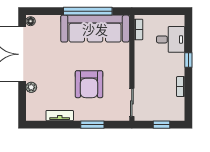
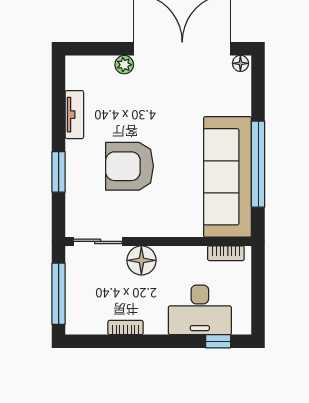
desk: (171, 39) -> (200, 310), width x1.37
window: (188, 60) -> (218, 341), moved
floor lamp: (143, 77) -> (141, 260), added
window: (161, 125) -> (59, 294), width x2.17

